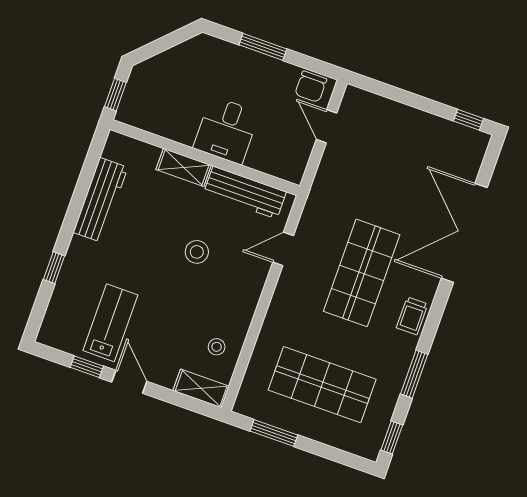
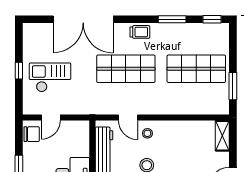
window: (469, 120) -> (19, 71), moved
checkout: (391, 148) -> (50, 77), added
stool: (217, 347) -> (147, 133), moved
shop shelf: (322, 385) -> (196, 69), turned 90

